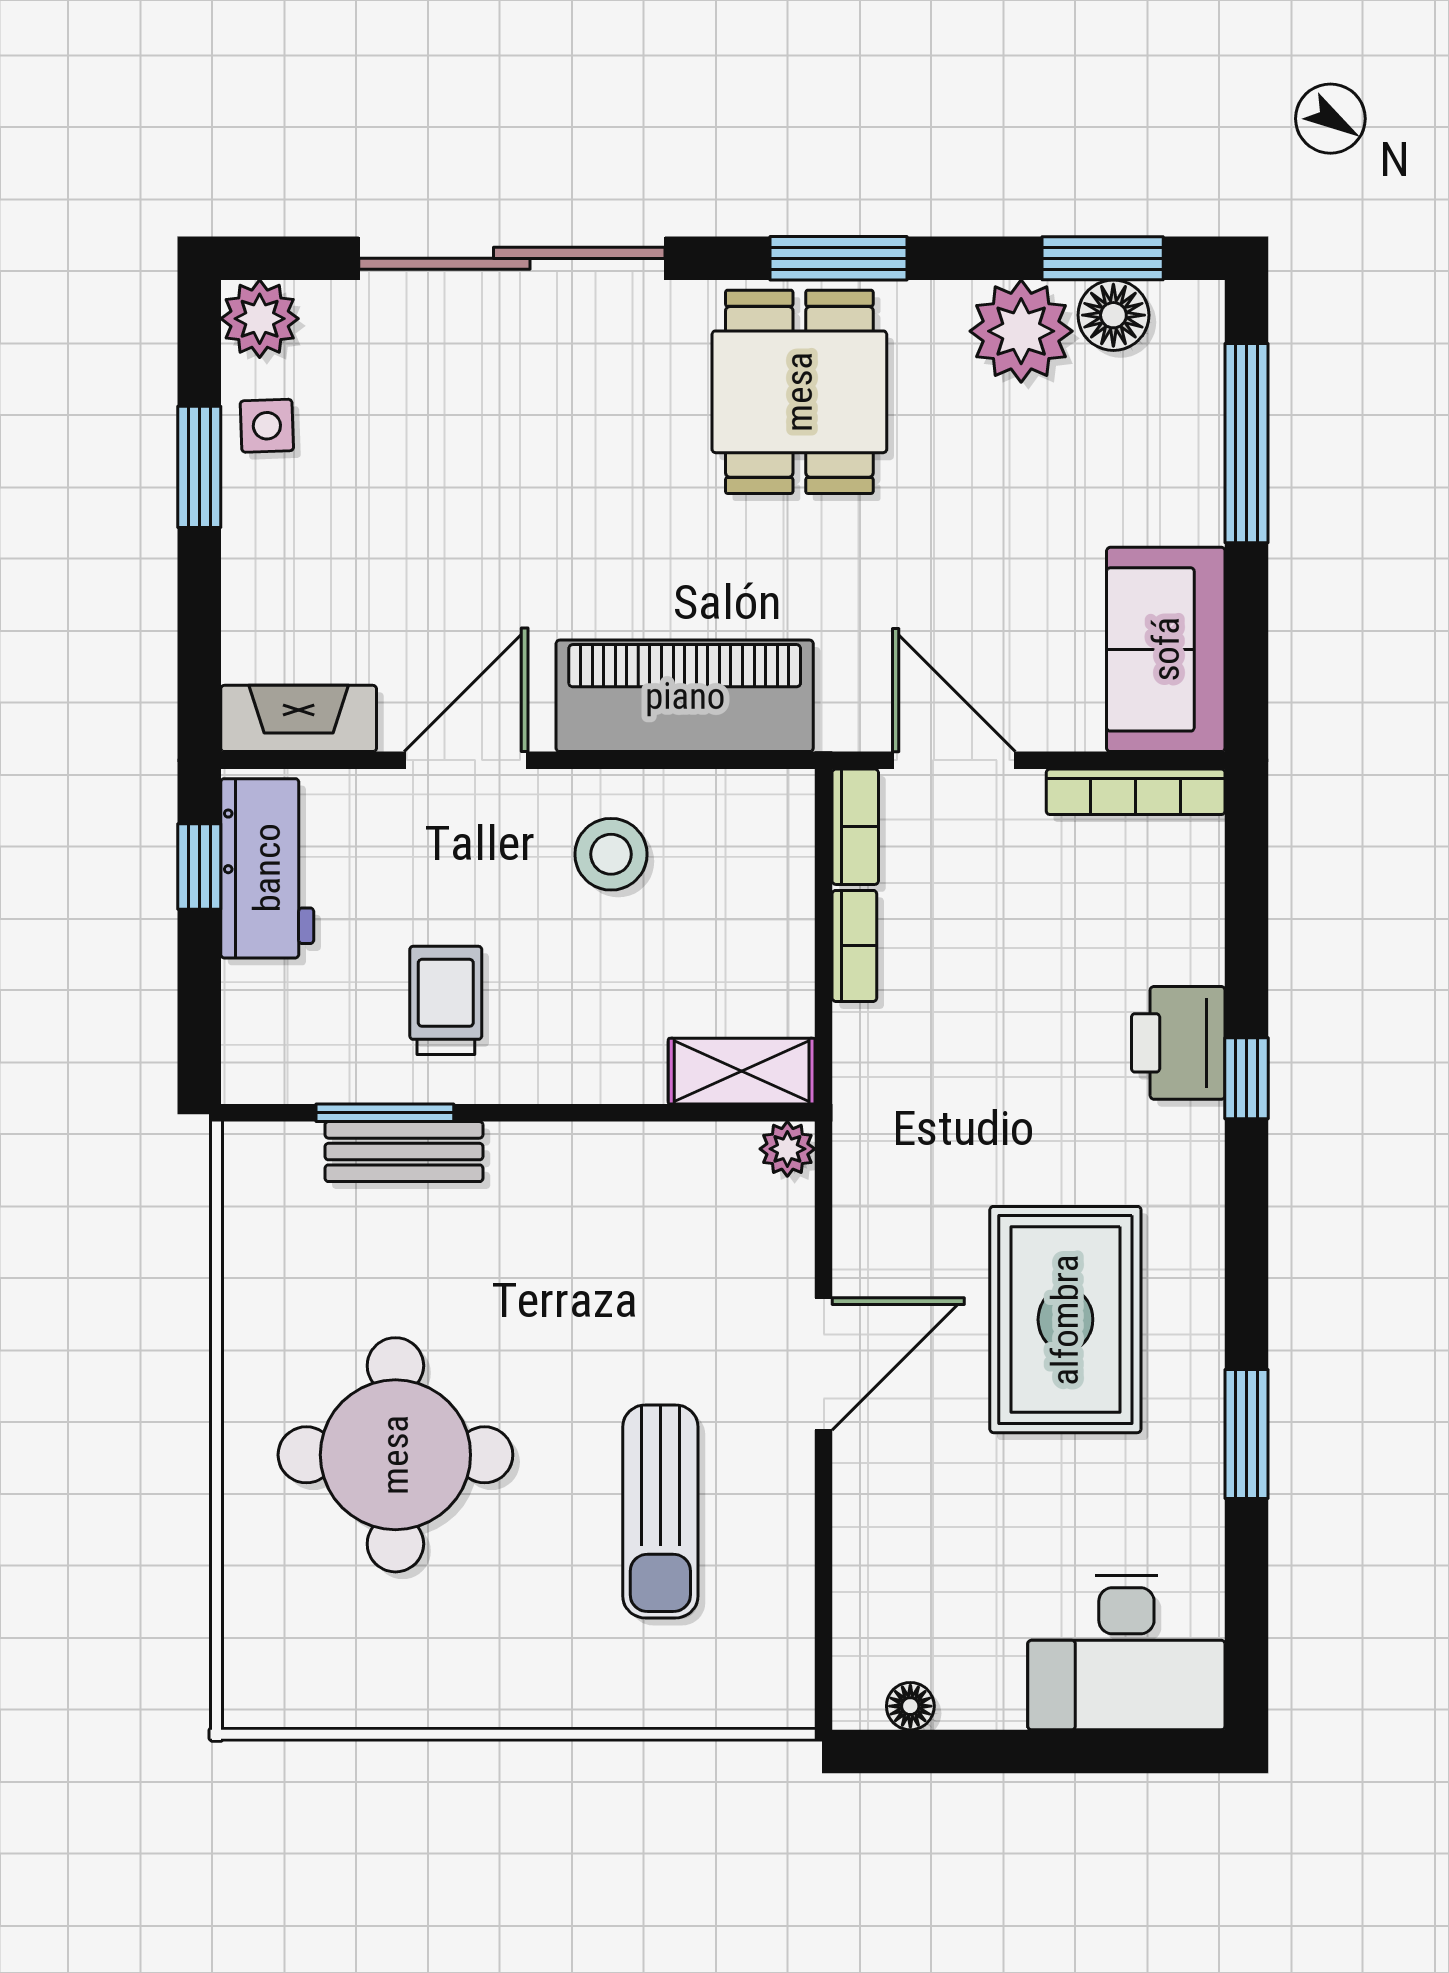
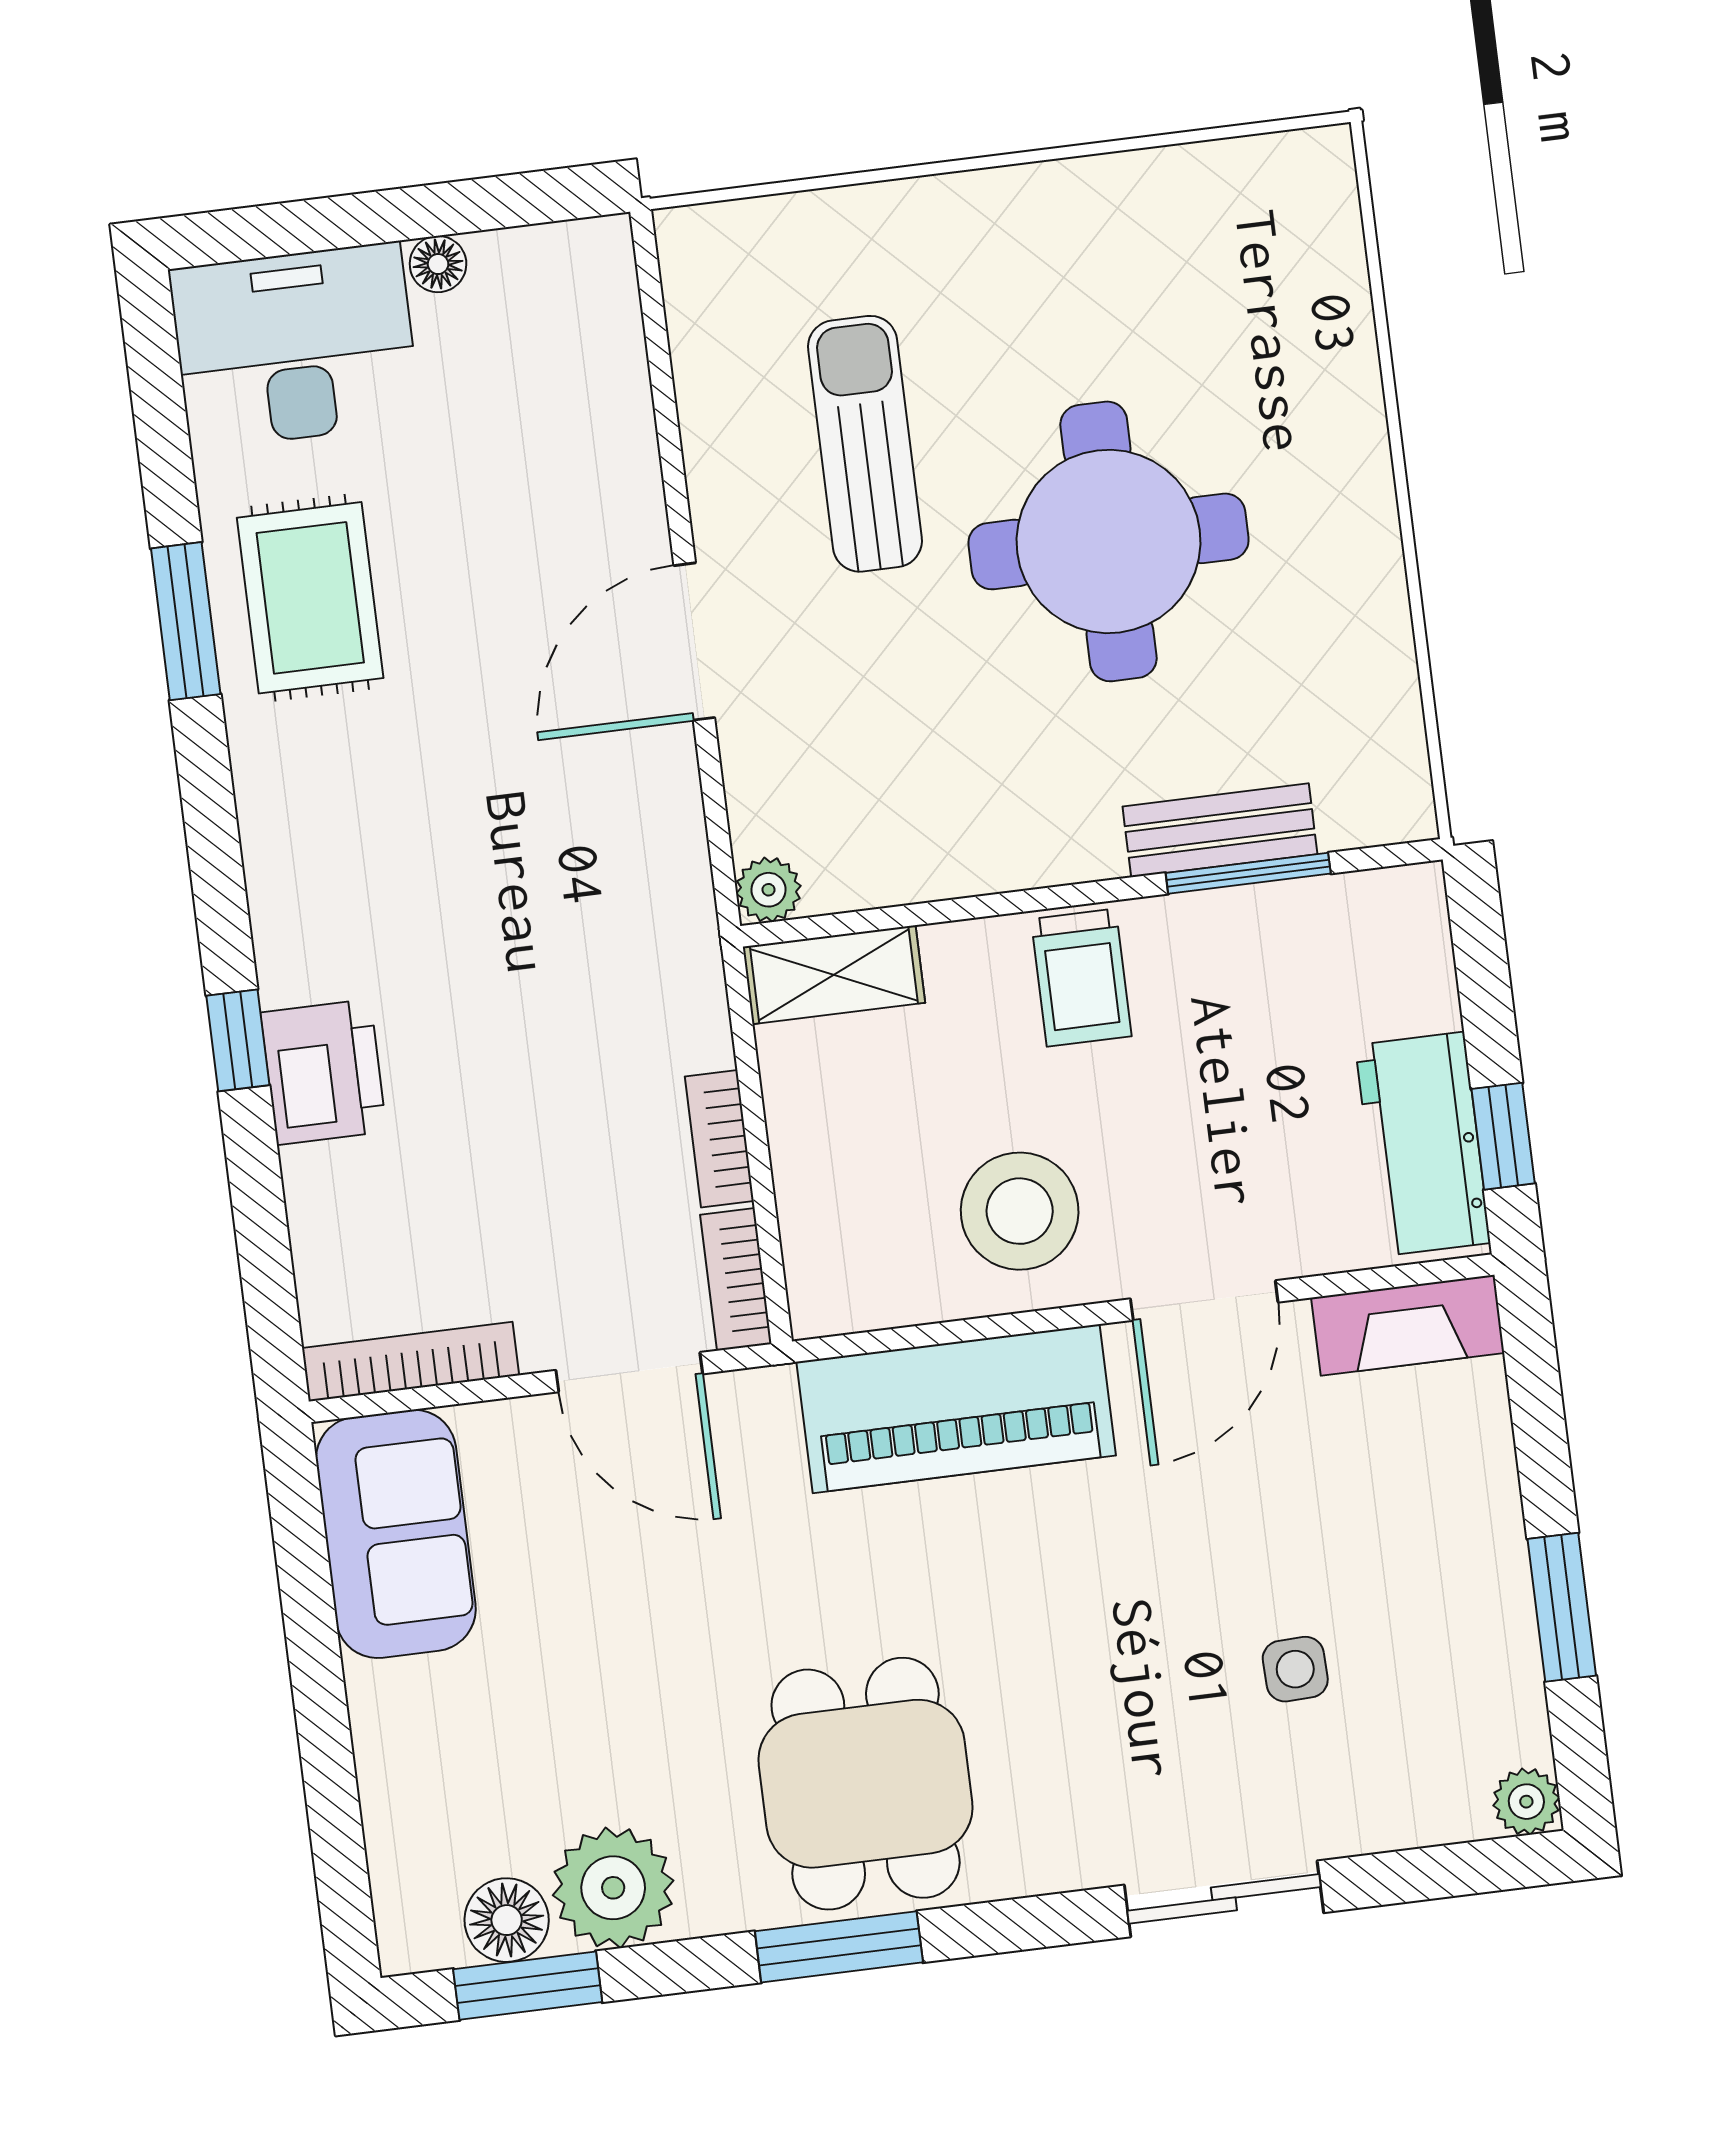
sliding door: (512, 258) -> (1224, 1899), width x0.54
plant: (260, 319) -> (1526, 1802), width x0.73, depth x0.73
side table: (267, 426) -> (1295, 1669), moved
window: (1246, 443) -> (331, 1789), removed
stool: (611, 854) -> (1020, 1211), width x1.38, depth x1.38
trolley: (446, 1000) -> (1081, 978), moved
rug: (1065, 1320) -> (310, 598), moved, width x0.73, depth x0.70
round table: (395, 1455) -> (1108, 541), moved
floor lamp: (910, 1706) -> (438, 264), moved

